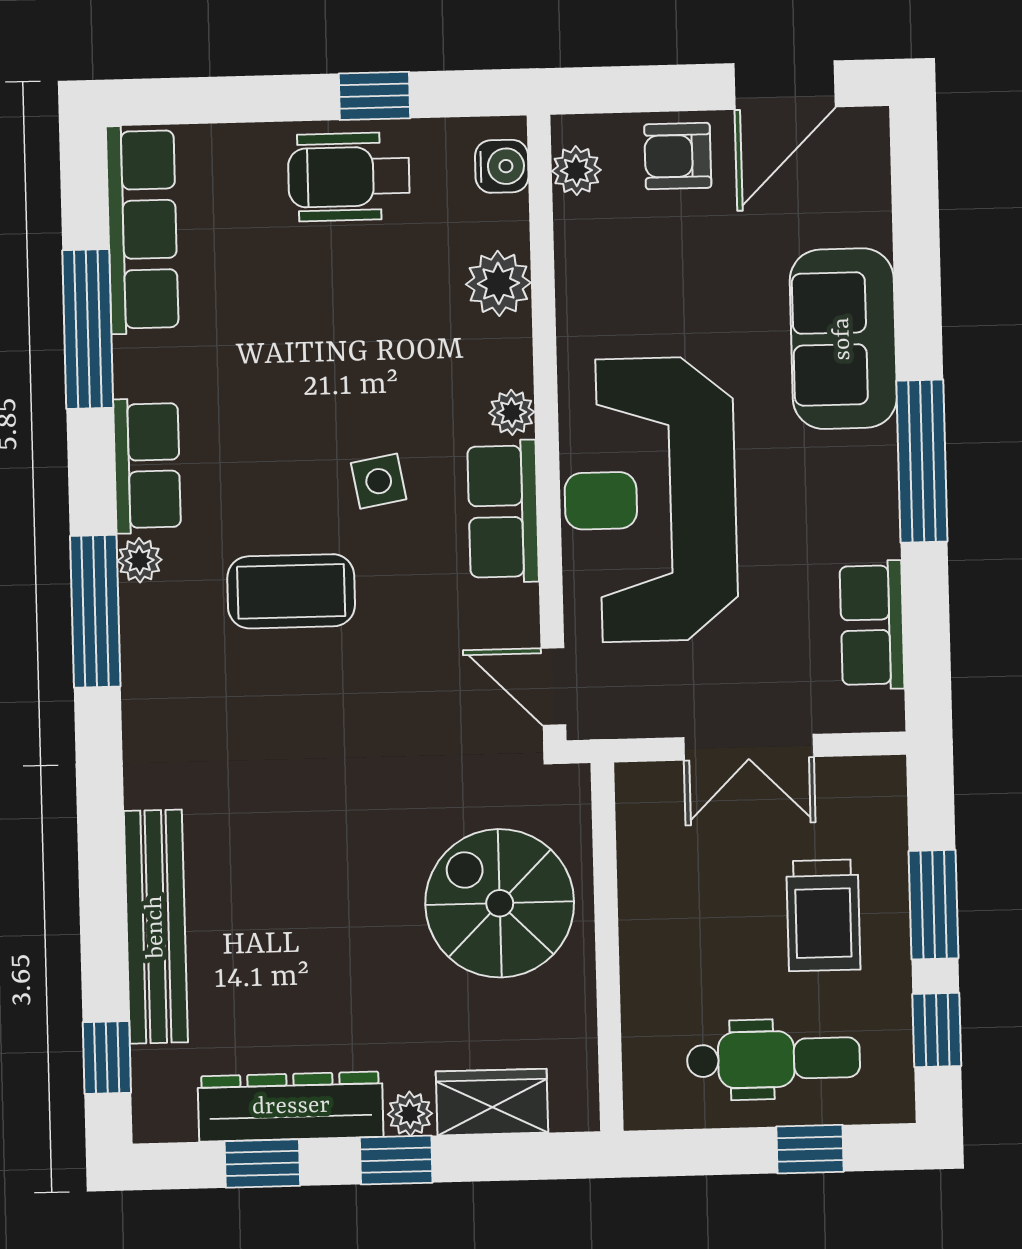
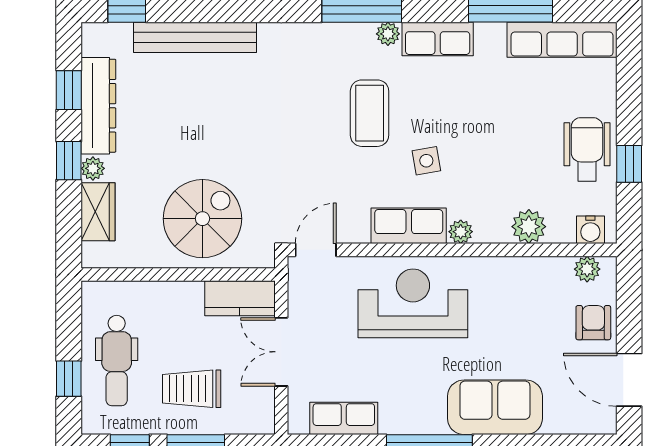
reception desk: (650, 499) -> (413, 303), width x0.74, depth x0.77
kitchen counter: (649, 828) -> (240, 298), added

